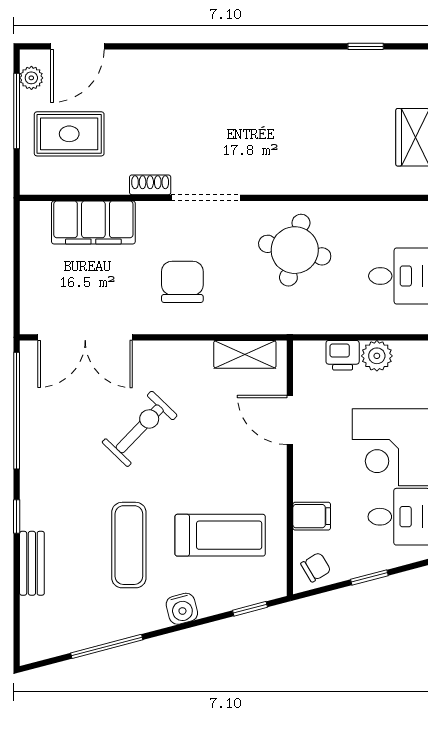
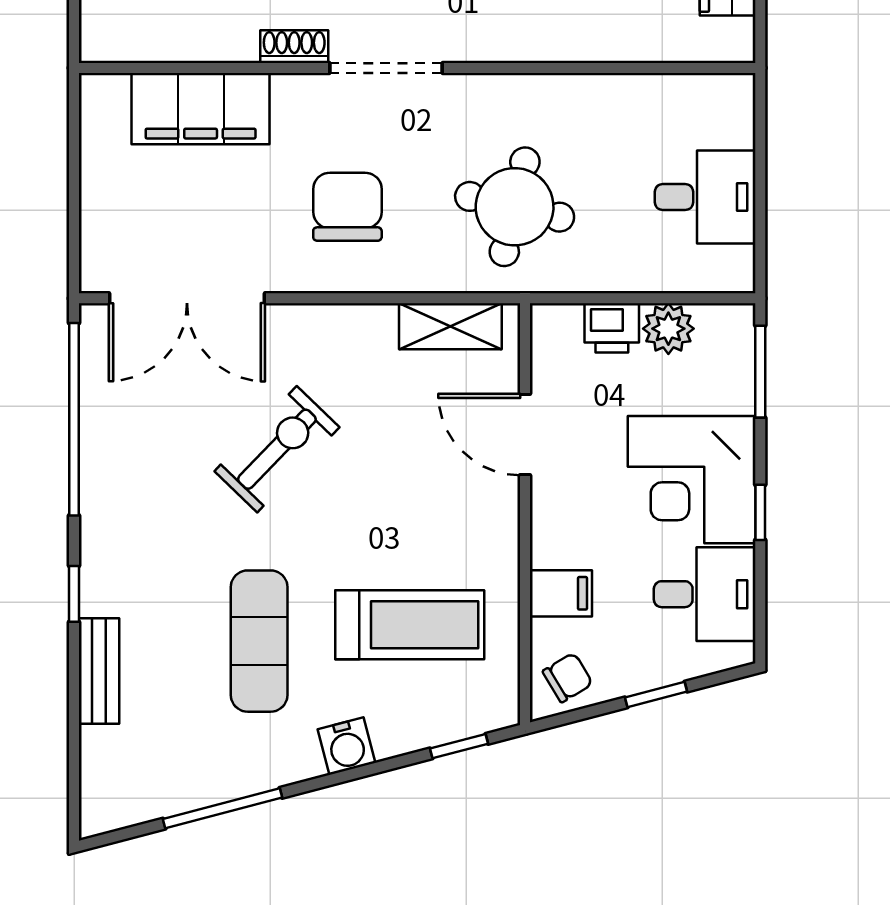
round table: (295, 250) -> (515, 207), moved

